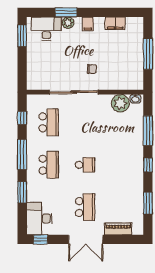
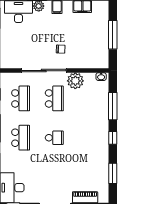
plant: (120, 103) -> (75, 81), moved
school desk: (85, 207) -> (54, 98), moved

